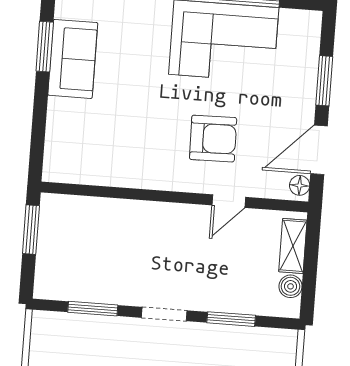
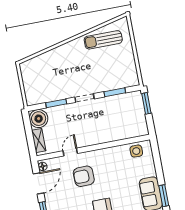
side table: (80, 164) -> (136, 151), added
window: (31, 230) -> (146, 103), moved
boiler: (291, 286) -> (39, 119), width x1.86, depth x1.86

